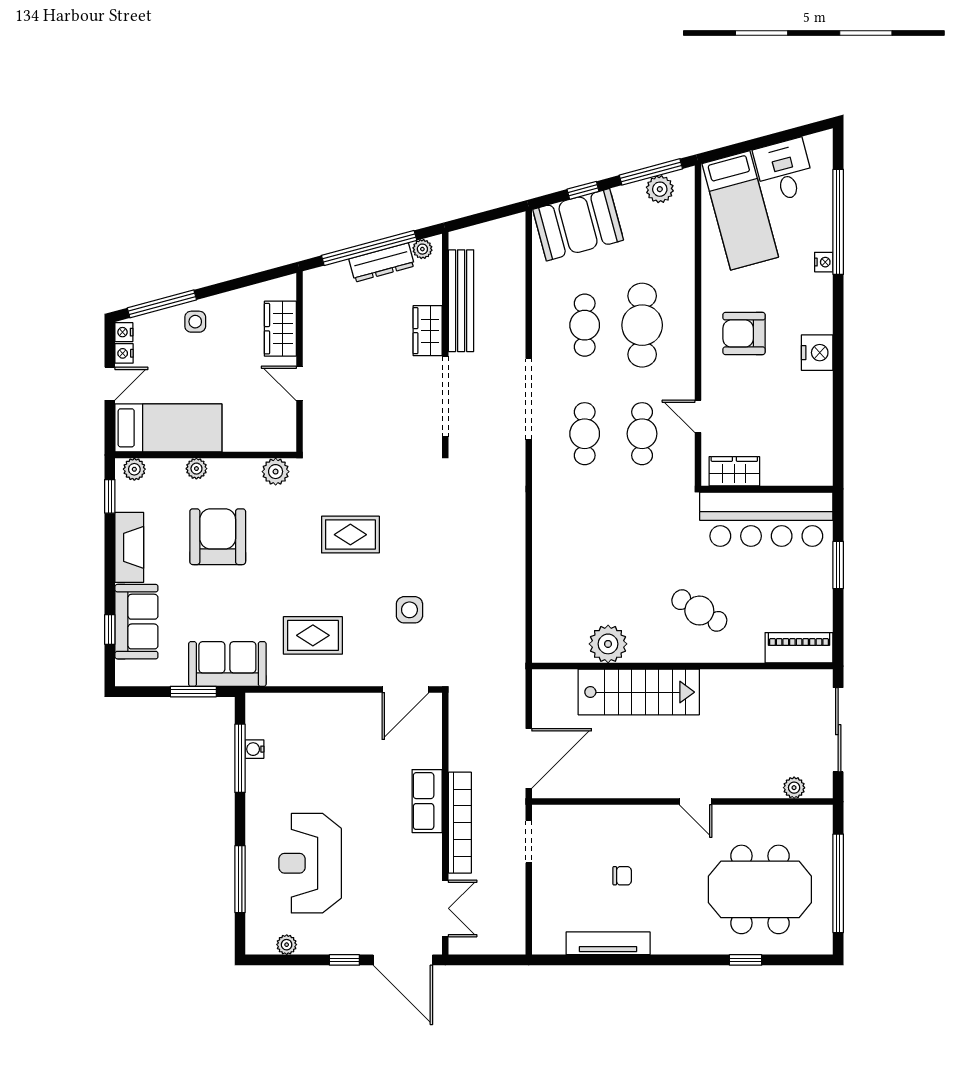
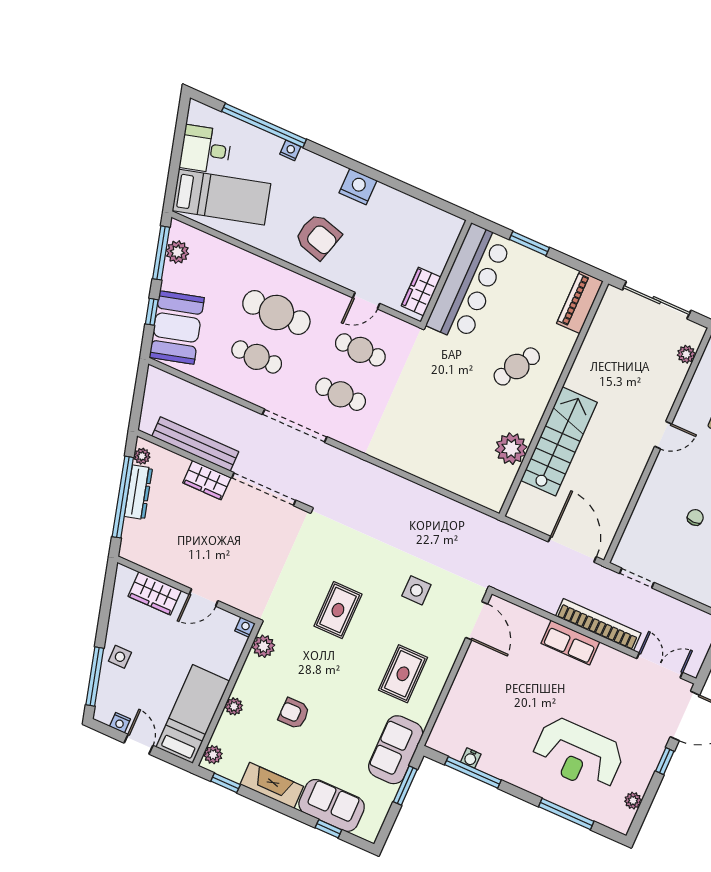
nightstand: (124, 332) -> (245, 627), moved, turned 180
armchair: (744, 333) -> (318, 237), turned -74
armchair: (218, 537) -> (294, 713), width x0.53, depth x0.53

